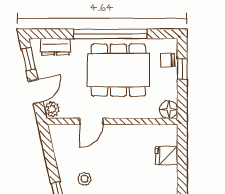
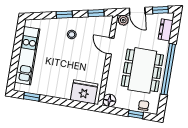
window: (48, 149) -> (96, 13), added
fridge: (167, 156) -> (84, 92), width x1.88, depth x1.34

